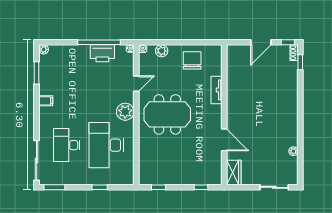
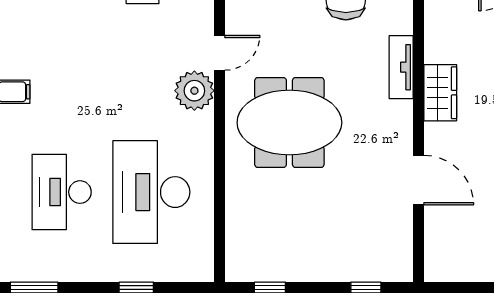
plant: (125, 112) -> (194, 91), moved
wardrobe: (234, 172) -> (440, 93), moved

